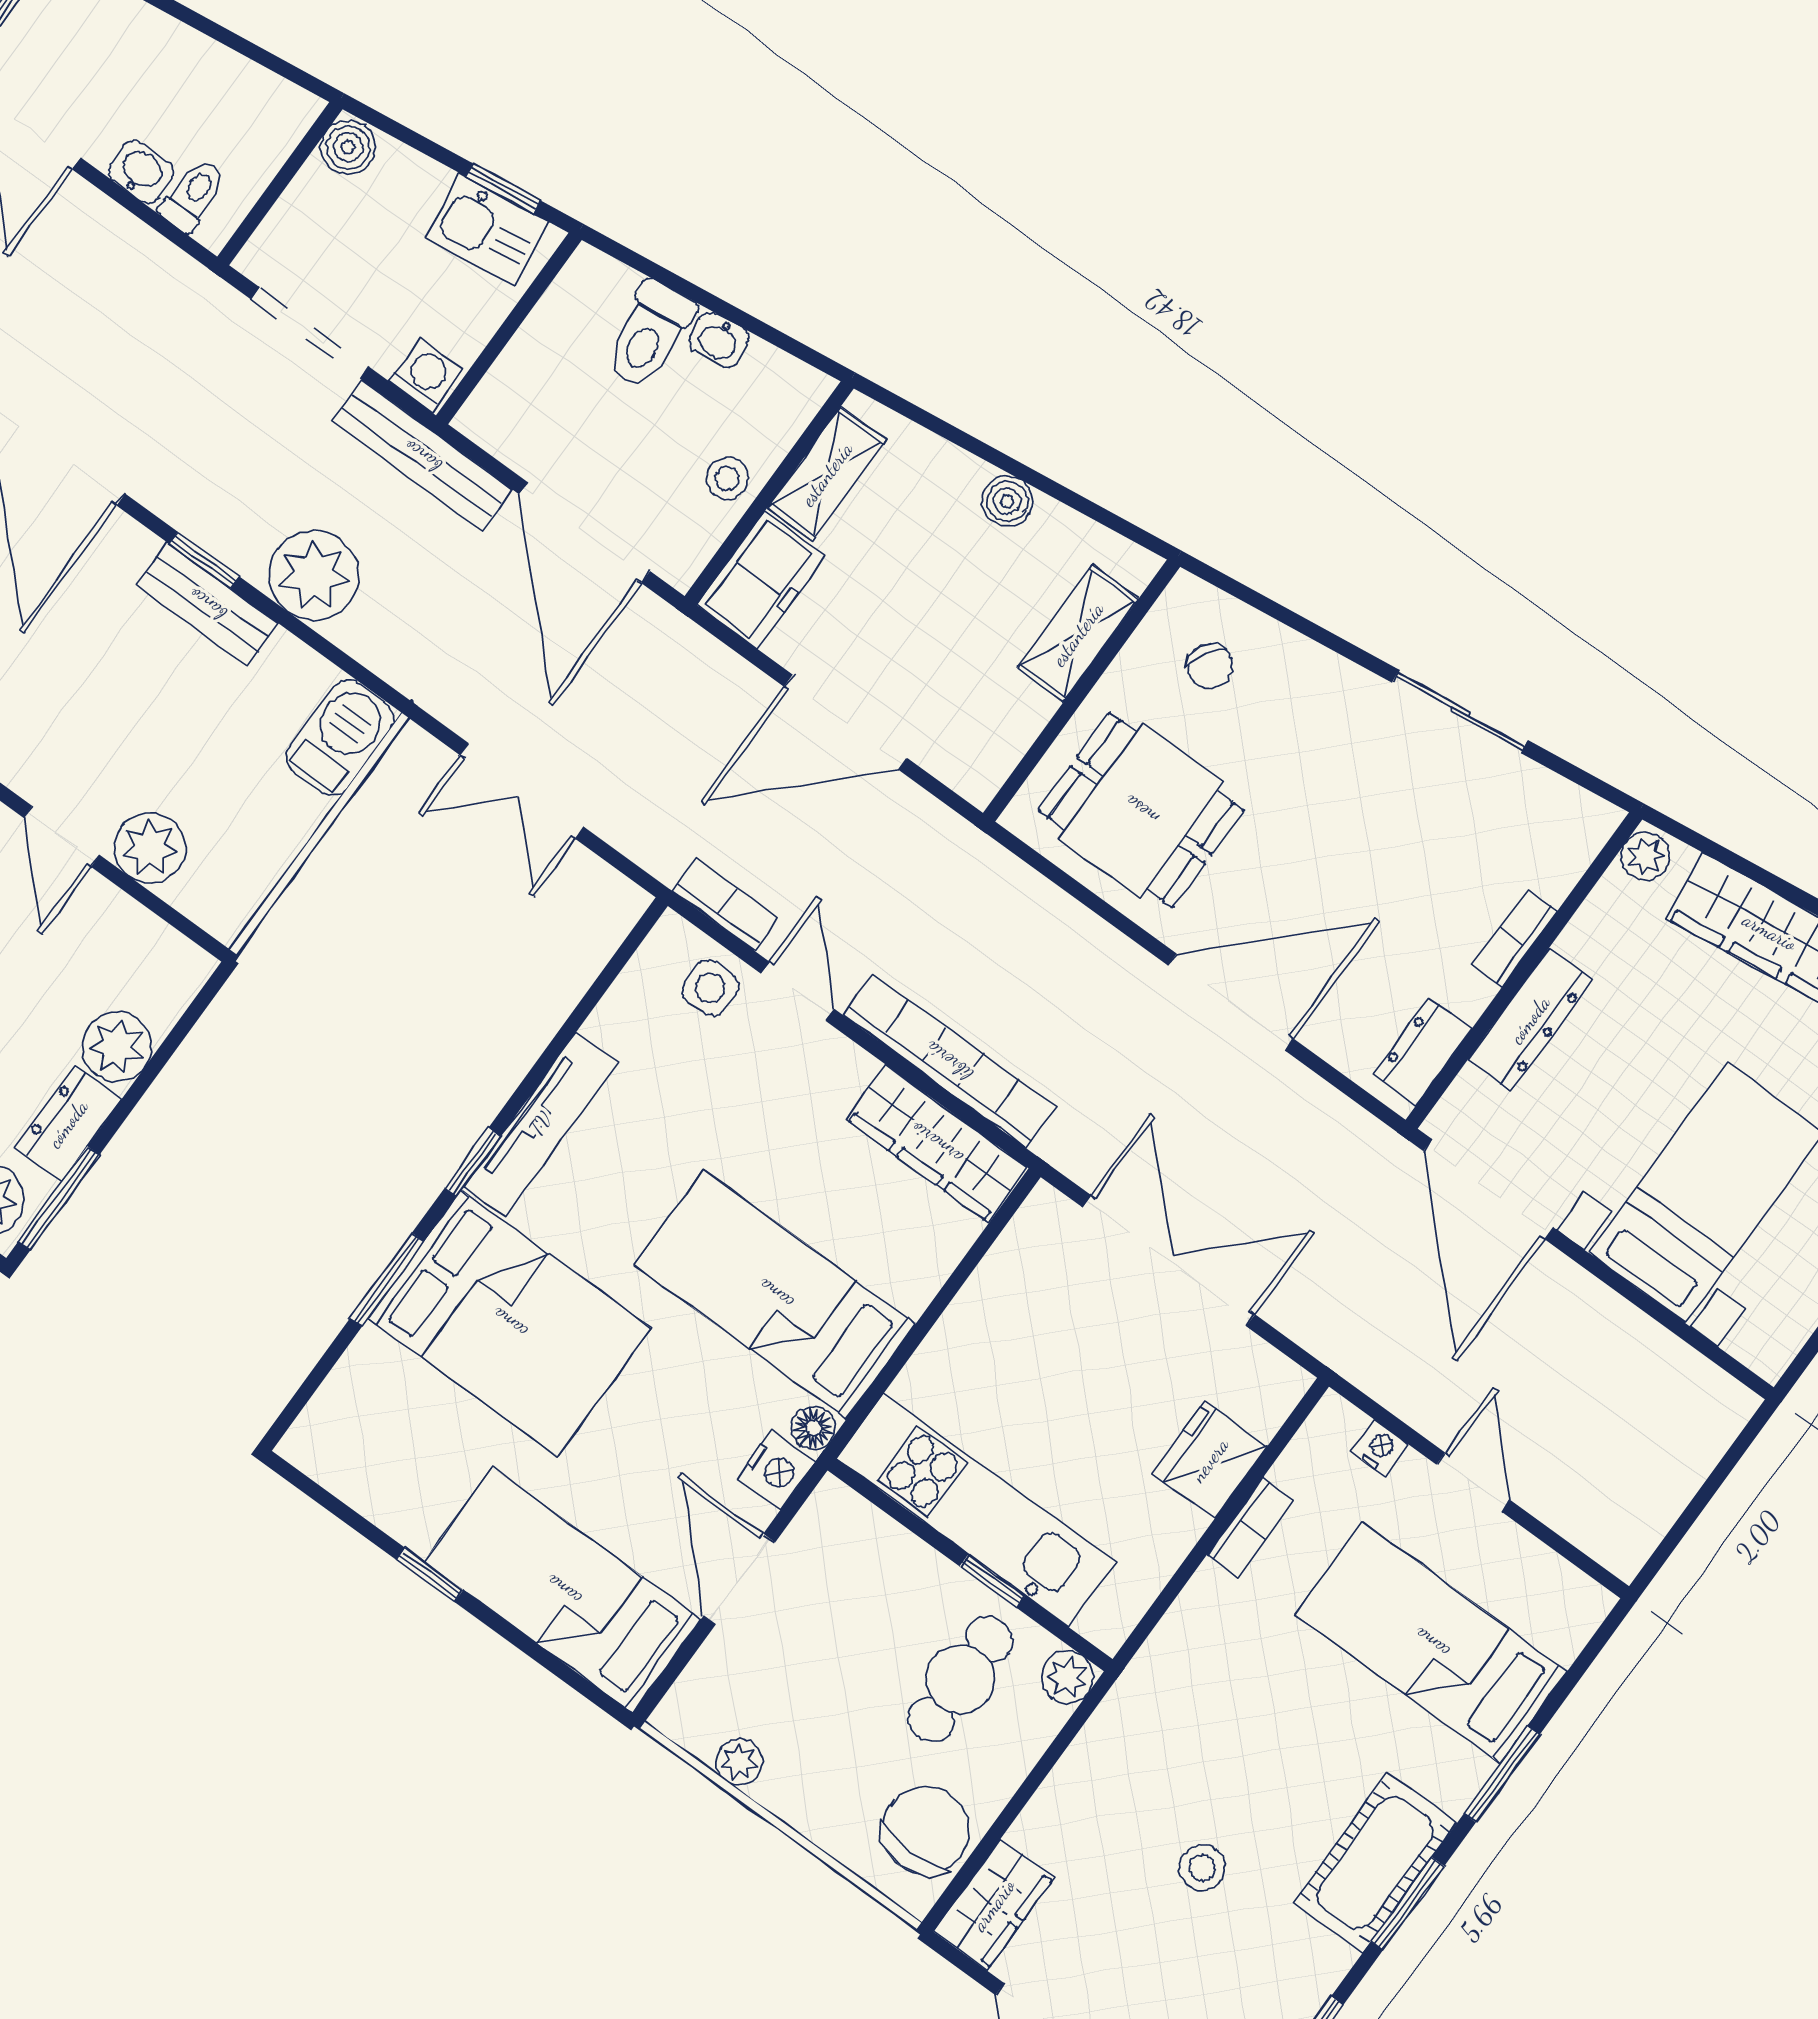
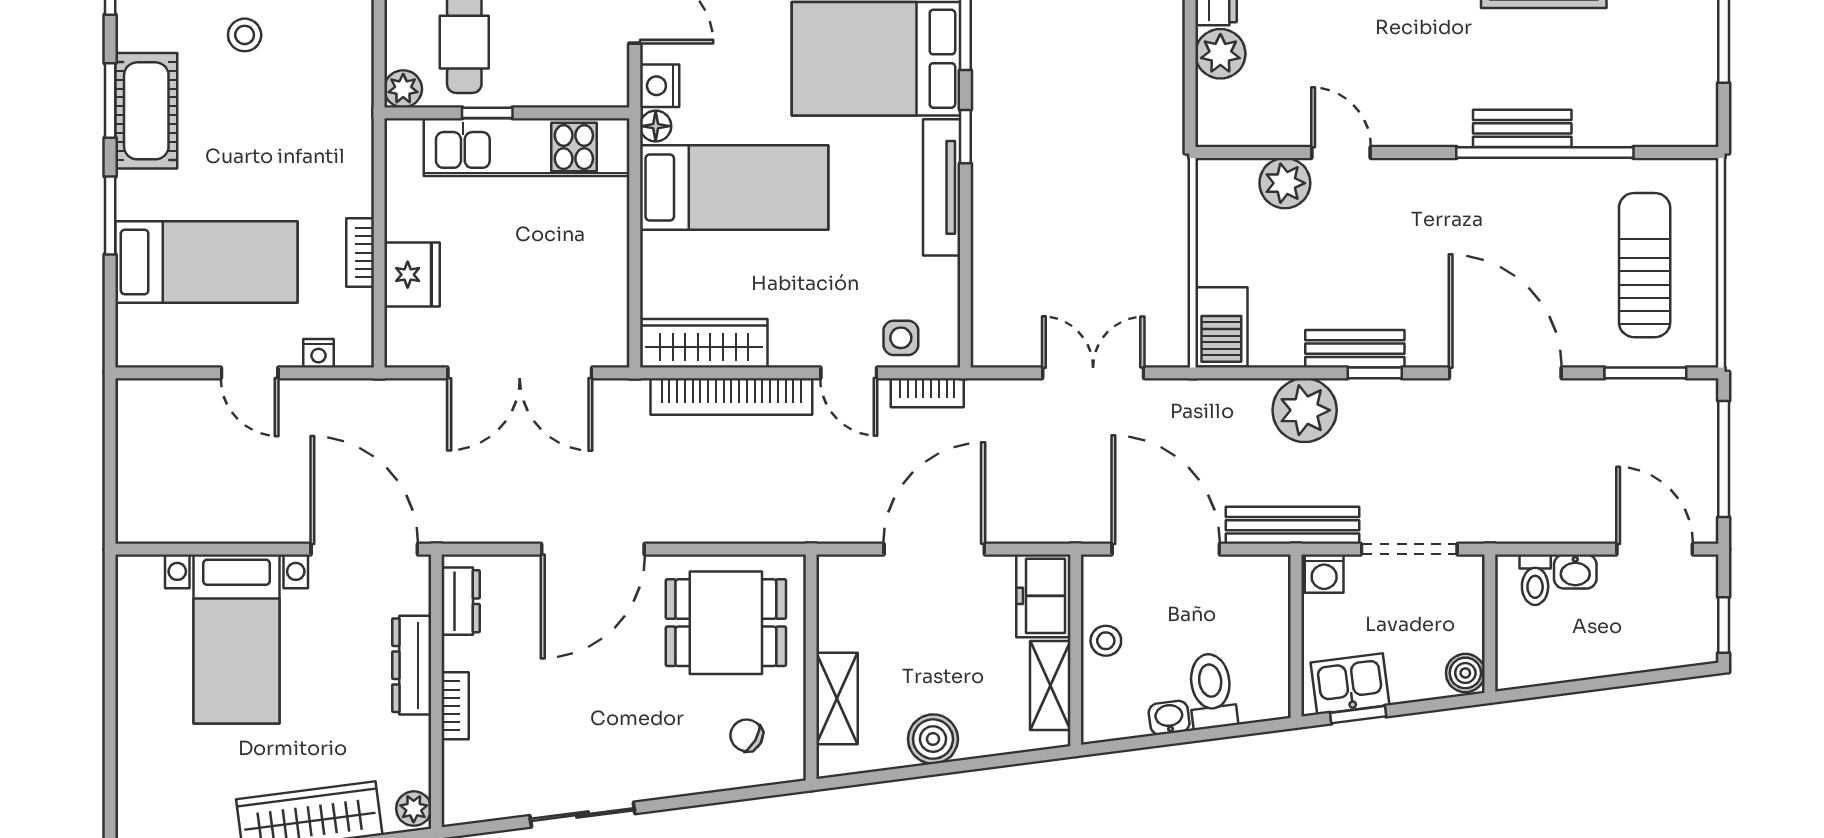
boiler: (1007, 501) -> (933, 739), width x1.36, depth x1.36

